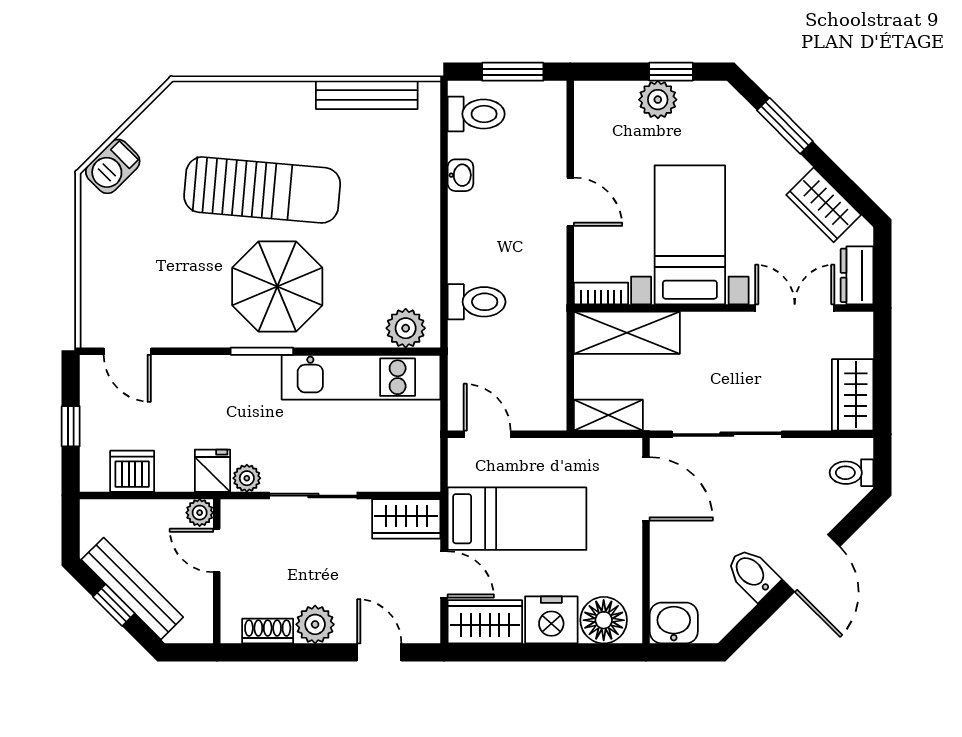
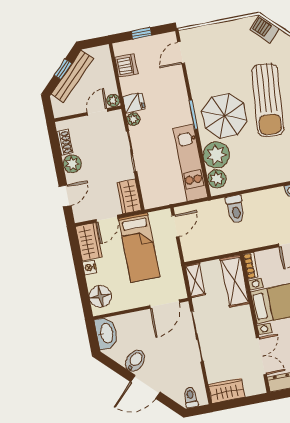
plant: (355, 320) -> (216, 155), added
nightstand: (551, 620) -> (90, 268), width x0.53, depth x0.56
washbasin: (674, 623) -> (106, 333), width x1.38

